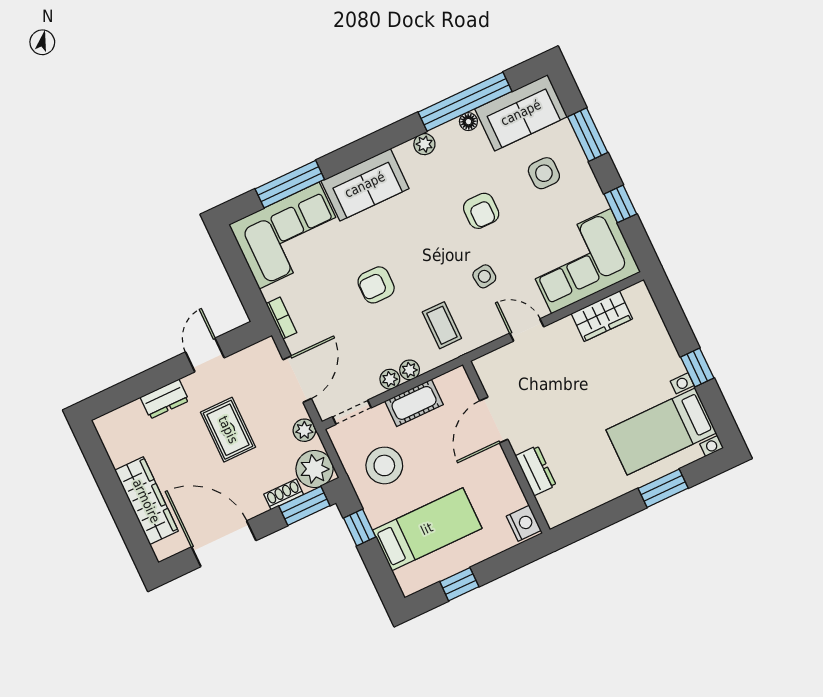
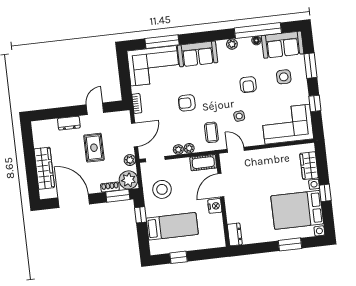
wardrobe: (602, 316) -> (309, 166), moved, turned 90
door: (527, 330) -> (236, 150), moved
cot: (414, 403) -> (203, 163), moved
bed with nightstands: (661, 431) -> (297, 210), width x1.36
dresser: (536, 471) -> (235, 234), moved
nightstand: (524, 523) -> (215, 206), moved

